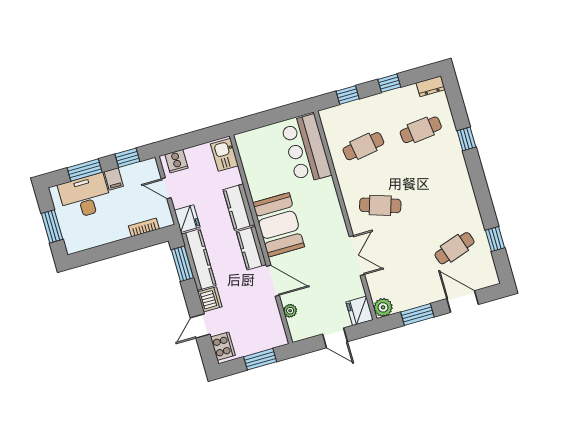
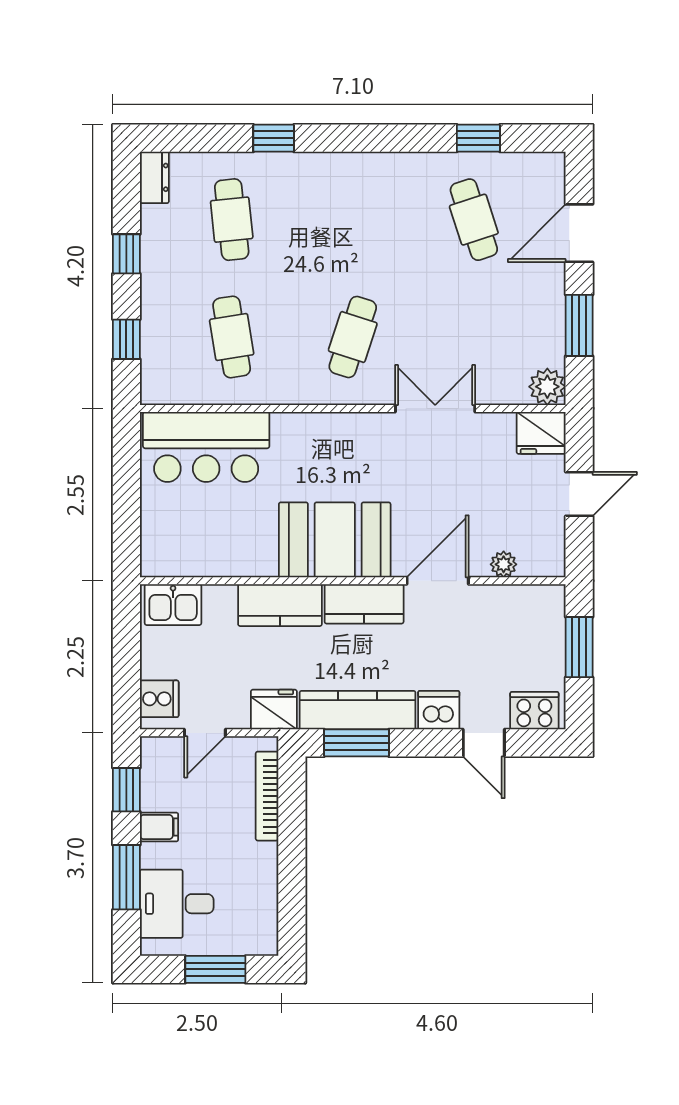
desk: (85, 196) -> (177, 904), width x0.73
bookcase: (144, 227) -> (267, 796), width x1.56

